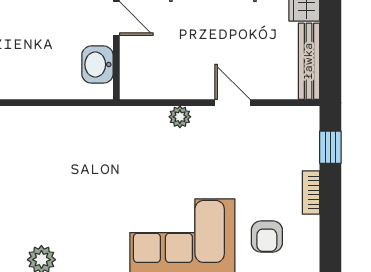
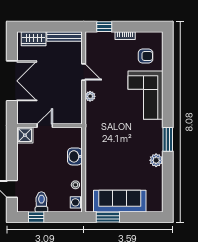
washbasin: (97, 65) -> (75, 156), moved, turned 90
door: (232, 103) -> (84, 72), swing flipped

